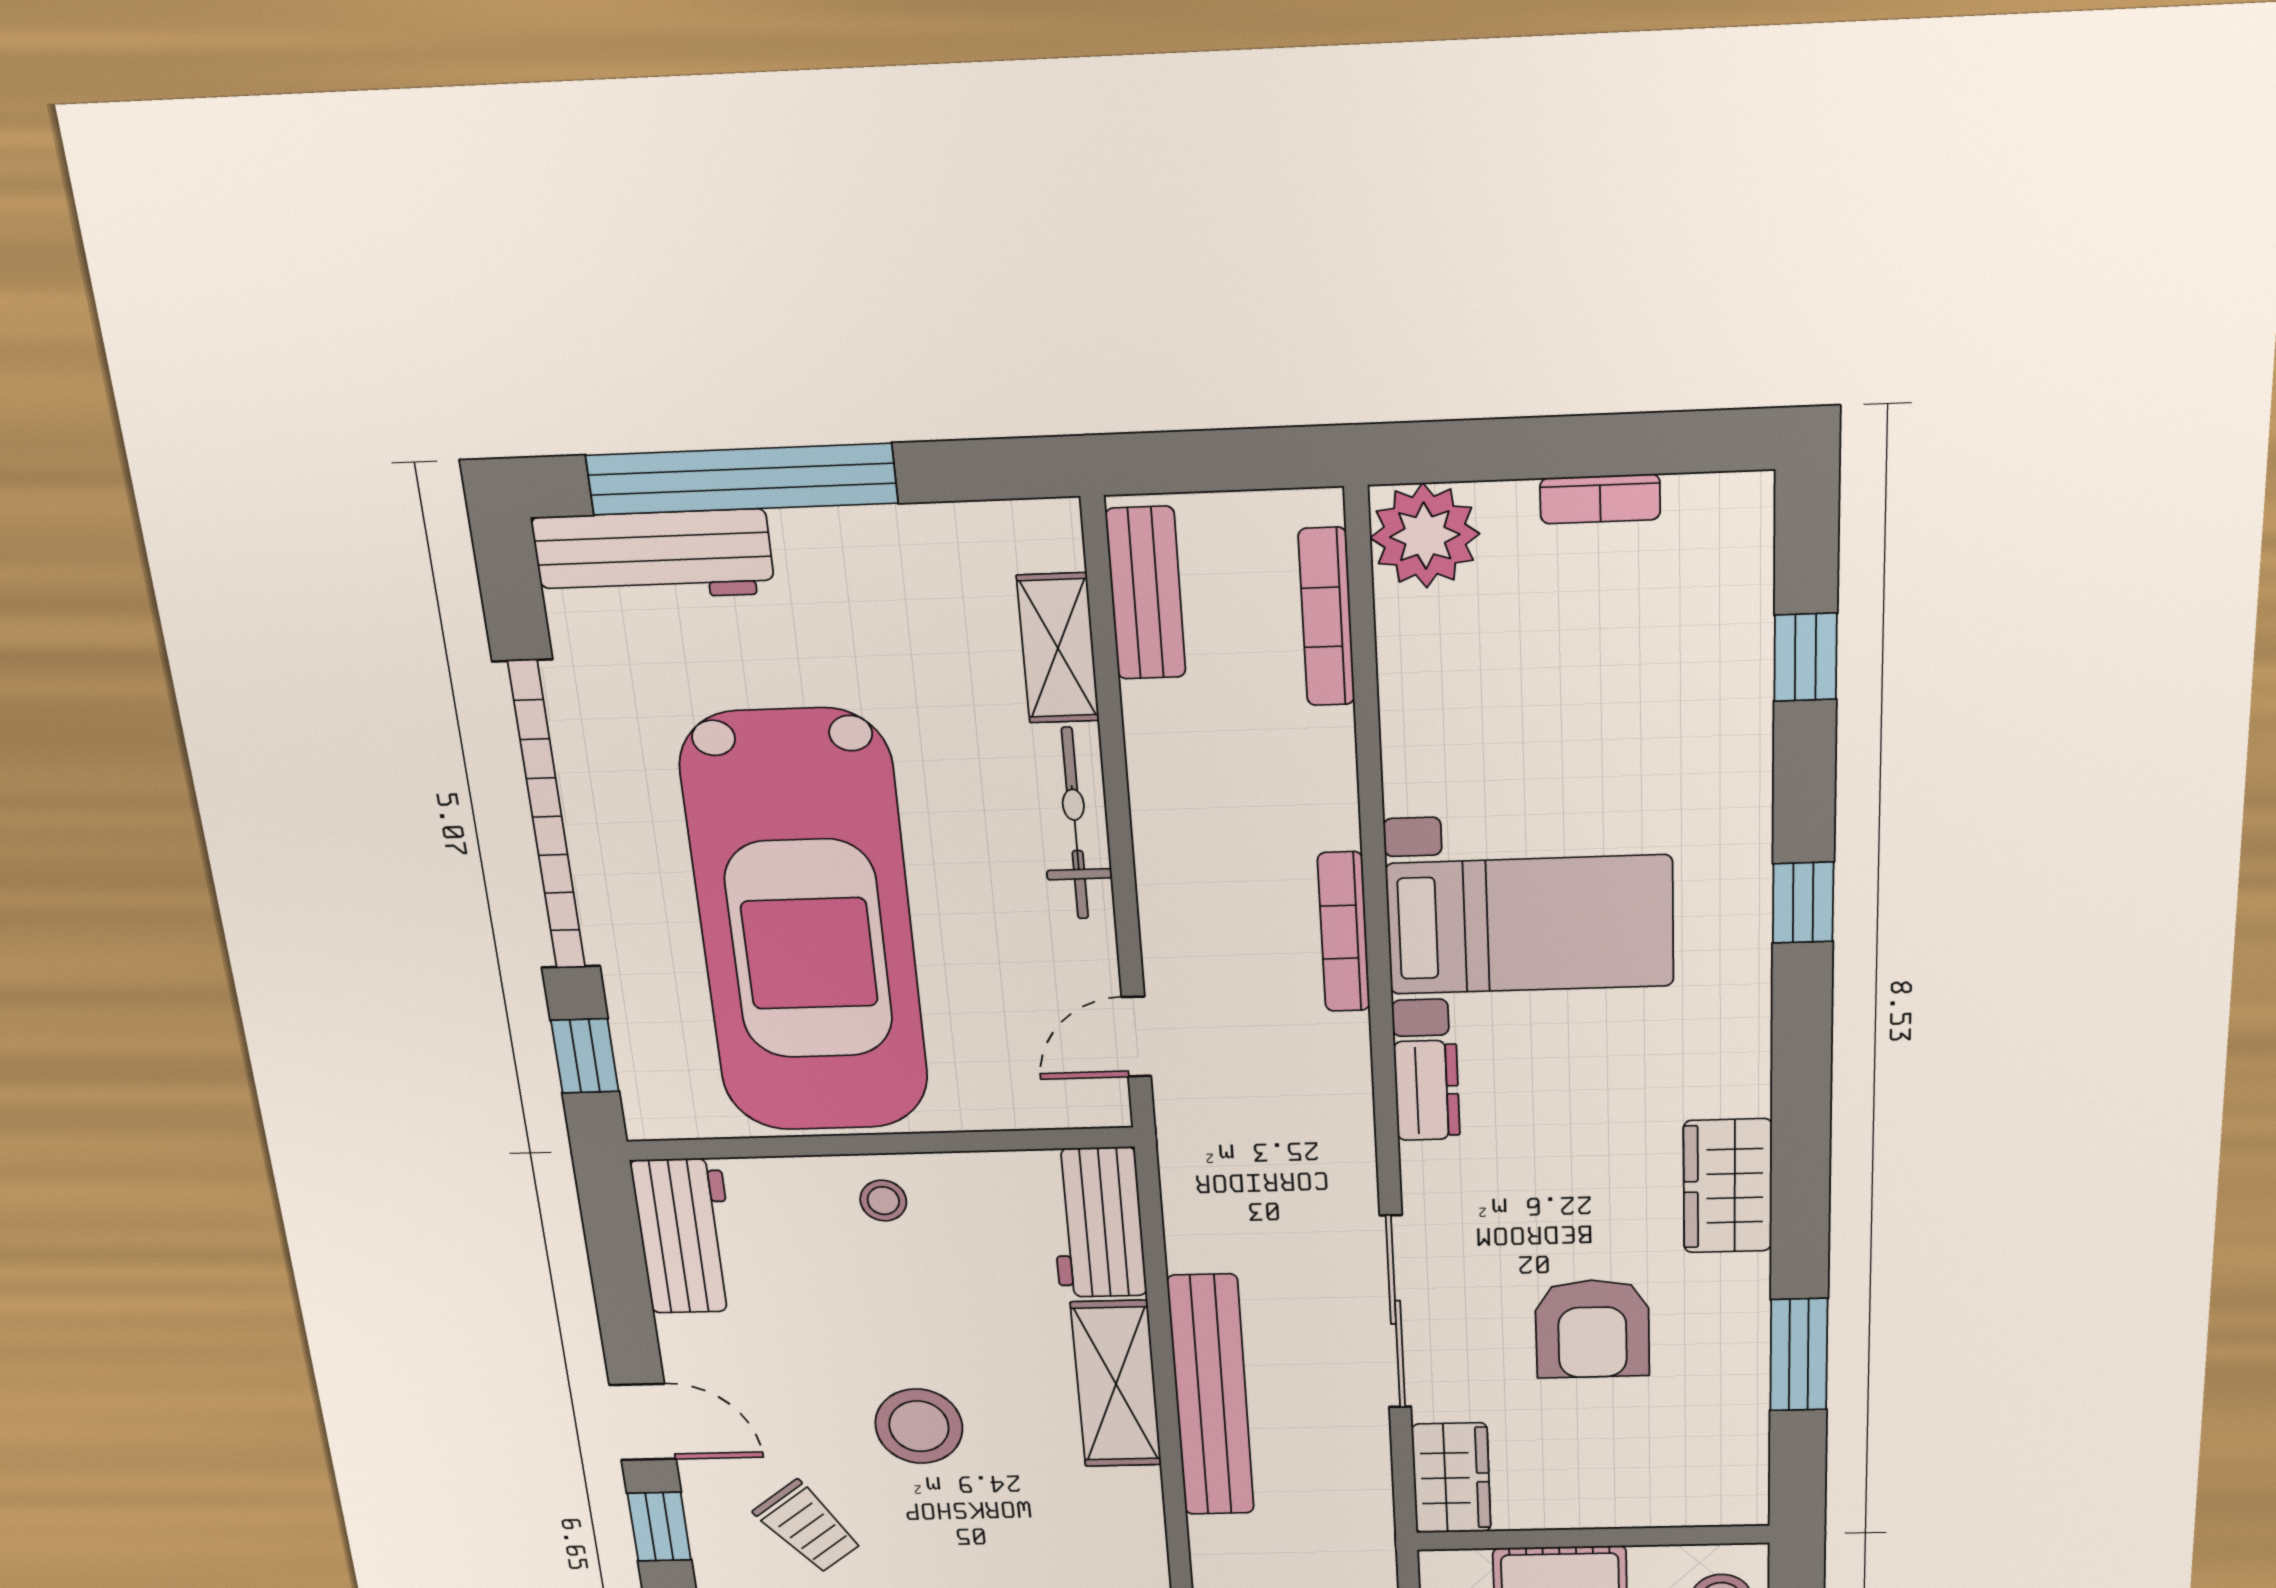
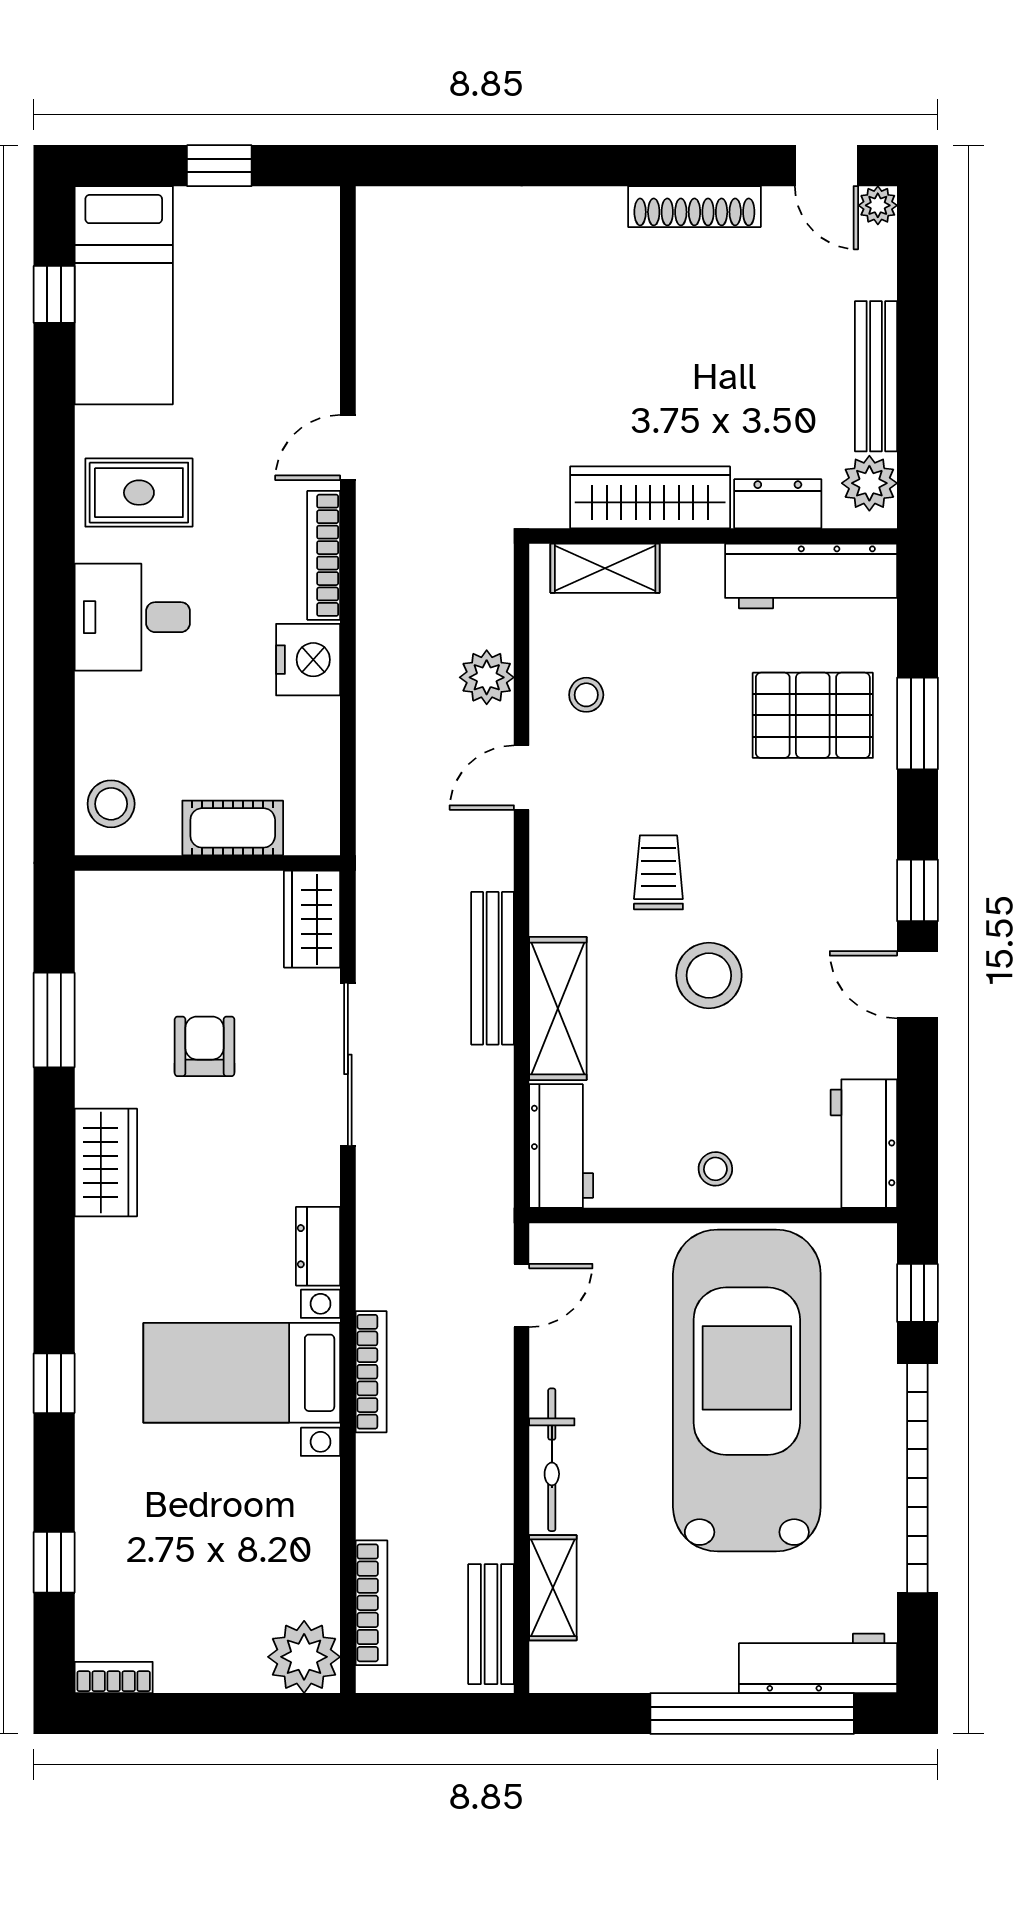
bookcase: (1600, 499) -> (114, 1677), moved
armchair: (1592, 1329) -> (205, 1046), width x0.72, depth x0.72
bench: (1211, 1396) -> (493, 968), width x0.73, depth x0.82
trolley: (808, 1527) -> (658, 872), moved, turned 37

